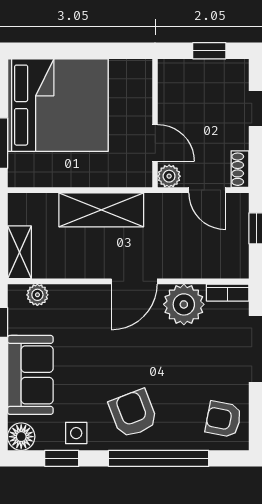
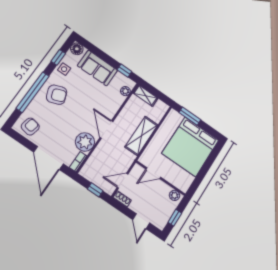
plant: (169, 176) -> (175, 195), moved

